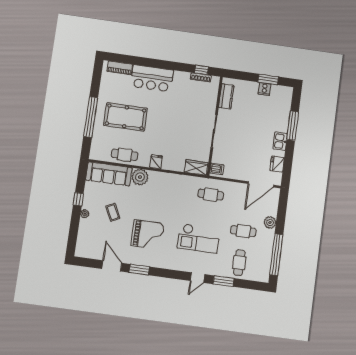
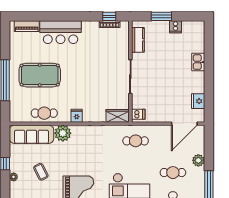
window: (268, 79) -> (161, 16), moved
window: (293, 126) -> (209, 60), removed
kitchen sink: (280, 141) -> (198, 62), moved

